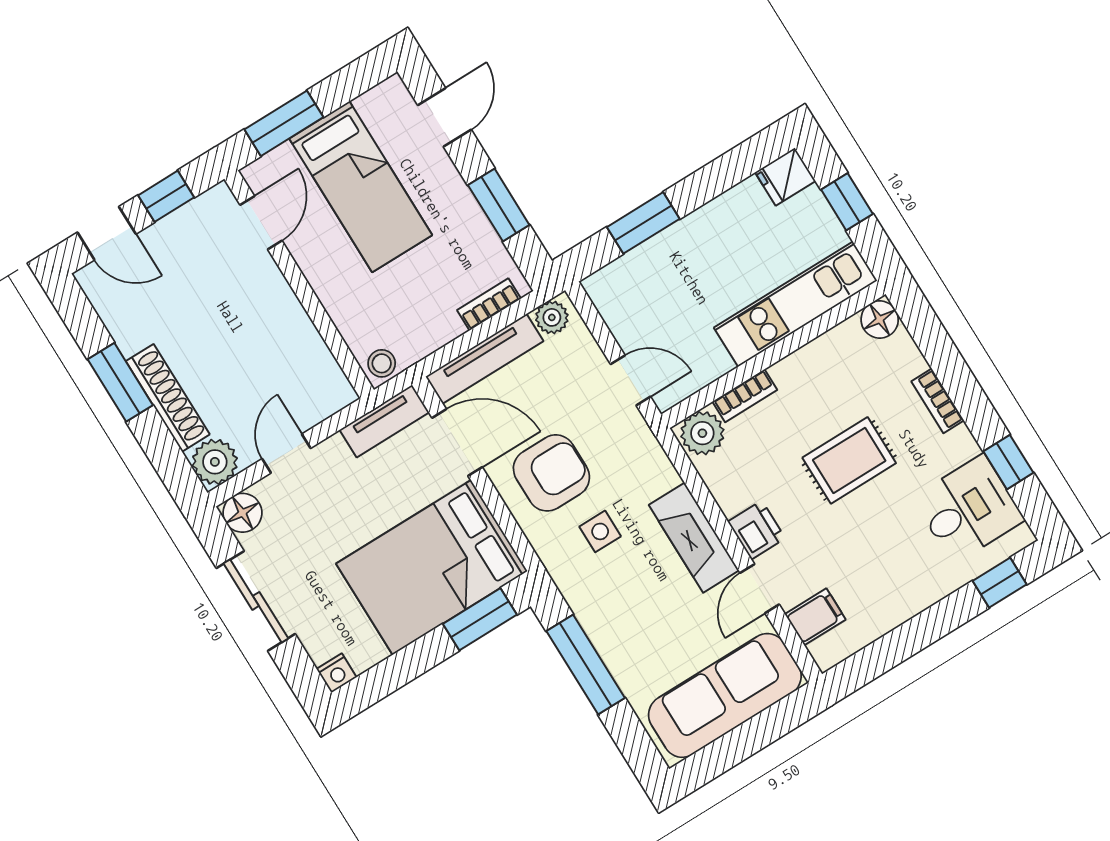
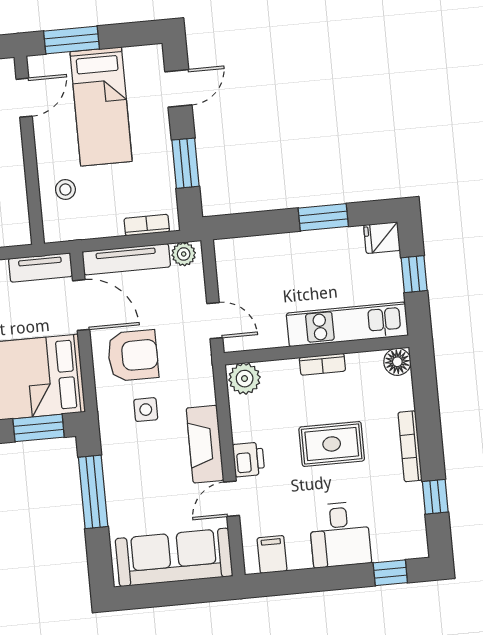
window: (643, 223) -> (323, 217), moved
stool: (382, 363) -> (65, 190), moved
bookcase: (745, 396) -> (322, 364), moved
bookcase: (938, 401) -> (410, 446), width x1.56
desk: (968, 509) -> (340, 534), moved, turned 90
filing cabinet: (815, 617) -> (272, 554), moved, turned -90

